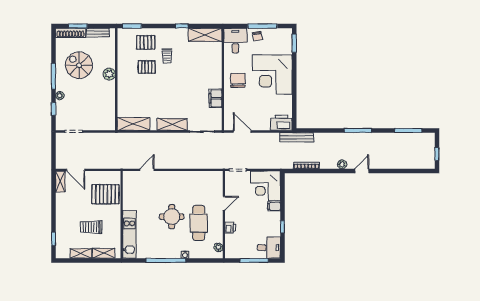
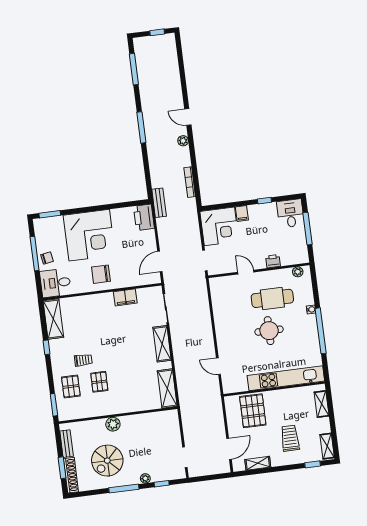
bench: (297, 137) -> (159, 203), width x0.73
shelving: (60, 181) -> (258, 463), moved
trolley: (91, 227) -> (290, 438), moved, turned 180
kitchen unit: (129, 234) -> (286, 378), width x1.36
shelving: (81, 253) -> (327, 446), moved

